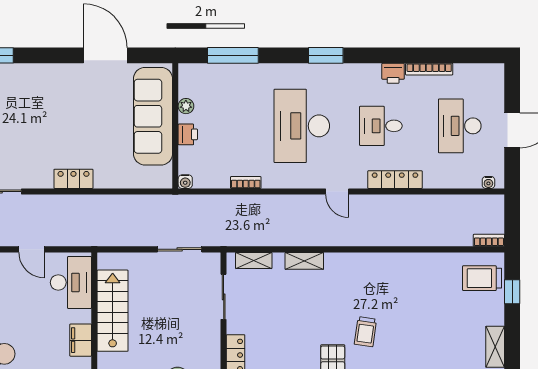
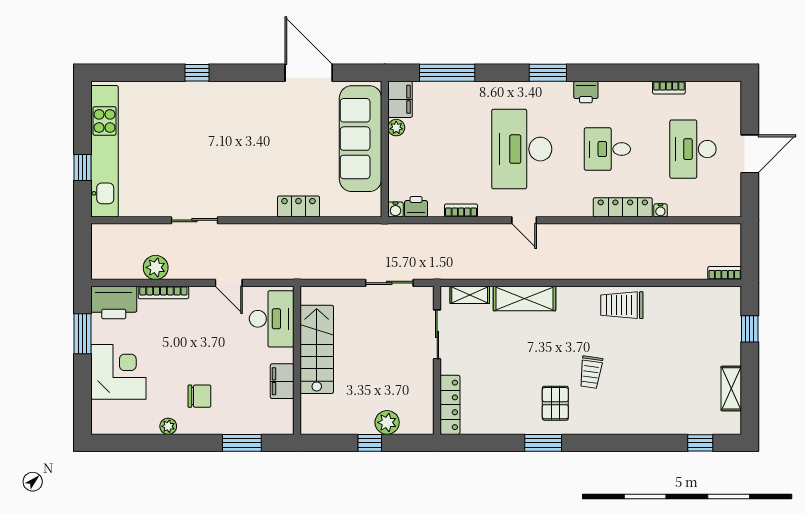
bookcase: (429, 69) -> (669, 88), width x0.64
printer: (393, 73) -> (586, 92), moved
filing cabinet: (189, 80) -> (400, 99), added
printer: (188, 134) -> (416, 207), moved, turned -90
locker: (73, 179) -> (298, 206), moved
water cooler: (488, 182) -> (660, 210), moved
door: (337, 191) -> (524, 220), moved
shelving: (304, 261) -> (525, 298), width x1.50, depth x1.33
trolley: (482, 278) -> (622, 305), moved

